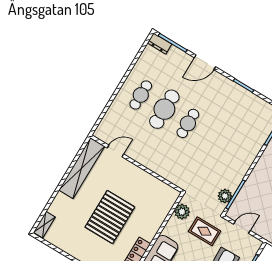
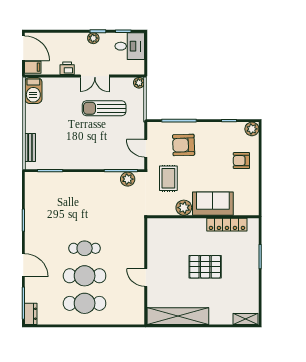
cafe table: (141, 95) -> (85, 303), width x1.37, depth x1.35
door: (115, 151) -> (146, 277), moved
plant: (182, 212) -> (184, 208), moved
pallet: (110, 217) -> (205, 267), width x0.73, depth x0.71

